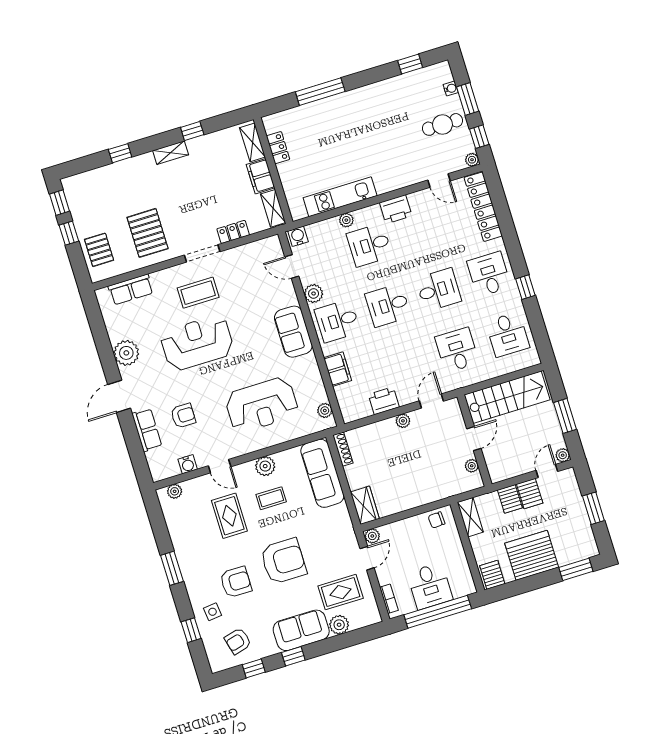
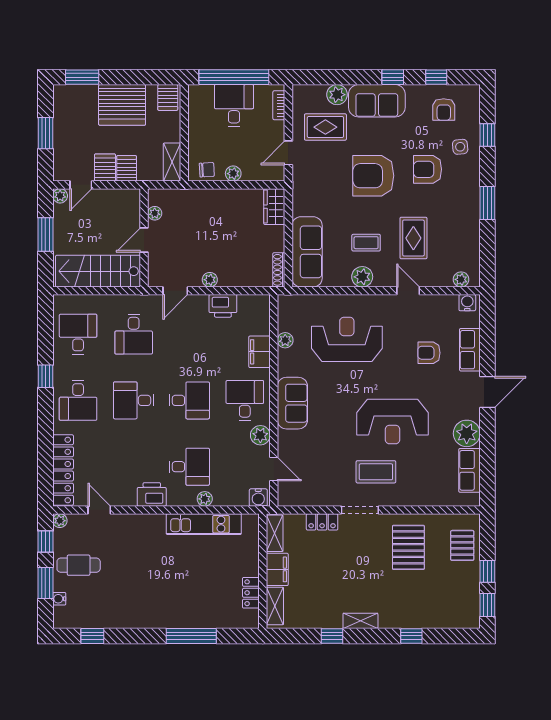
row of seats: (131, 289) -> (470, 470), moved, turned -90
desk: (337, 321) -> (245, 400), turned -90
plant: (325, 411) -> (285, 340), moved
water cooler: (188, 464) -> (467, 303), moved
plant: (372, 536) -> (233, 174), moved
armchair: (238, 641) -> (444, 110), turned 105

